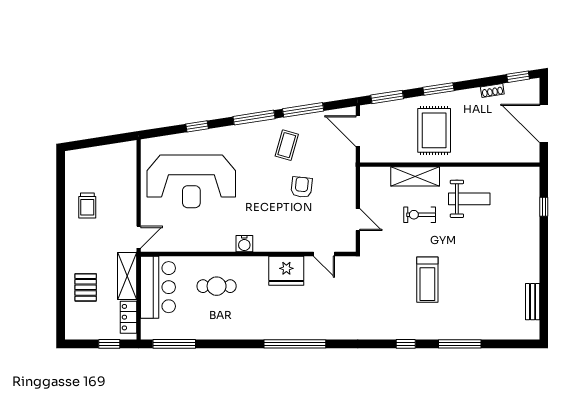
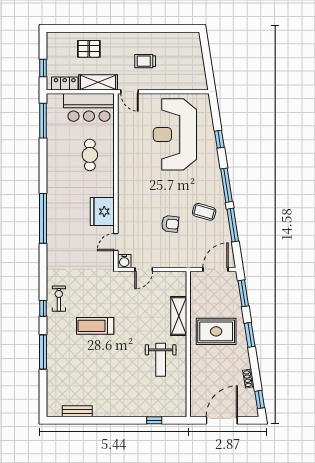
trolley: (87, 205) -> (145, 61), moved
exercise bike: (420, 215) -> (59, 299), moved
water cooler: (244, 244) -> (124, 261), moved, turned -90

